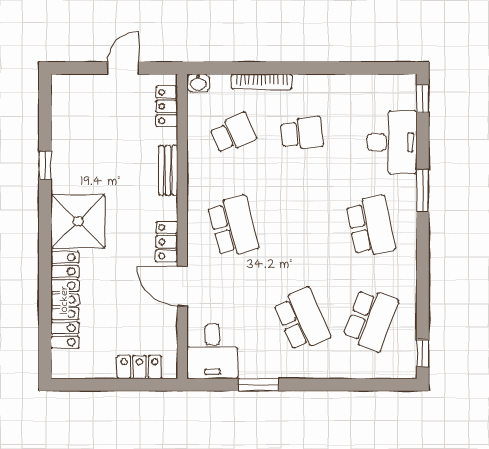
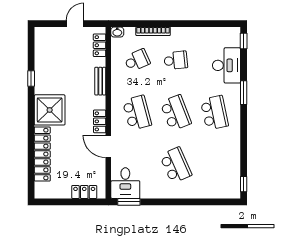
school desk: (371, 320) -> (176, 113), moved, turned -42
window: (259, 385) -> (129, 202), moved

